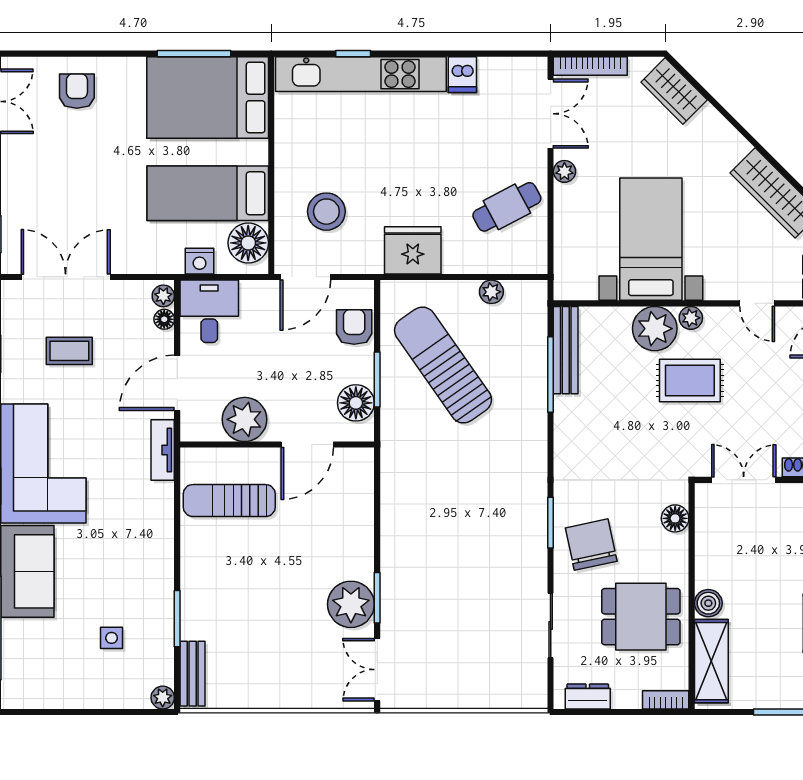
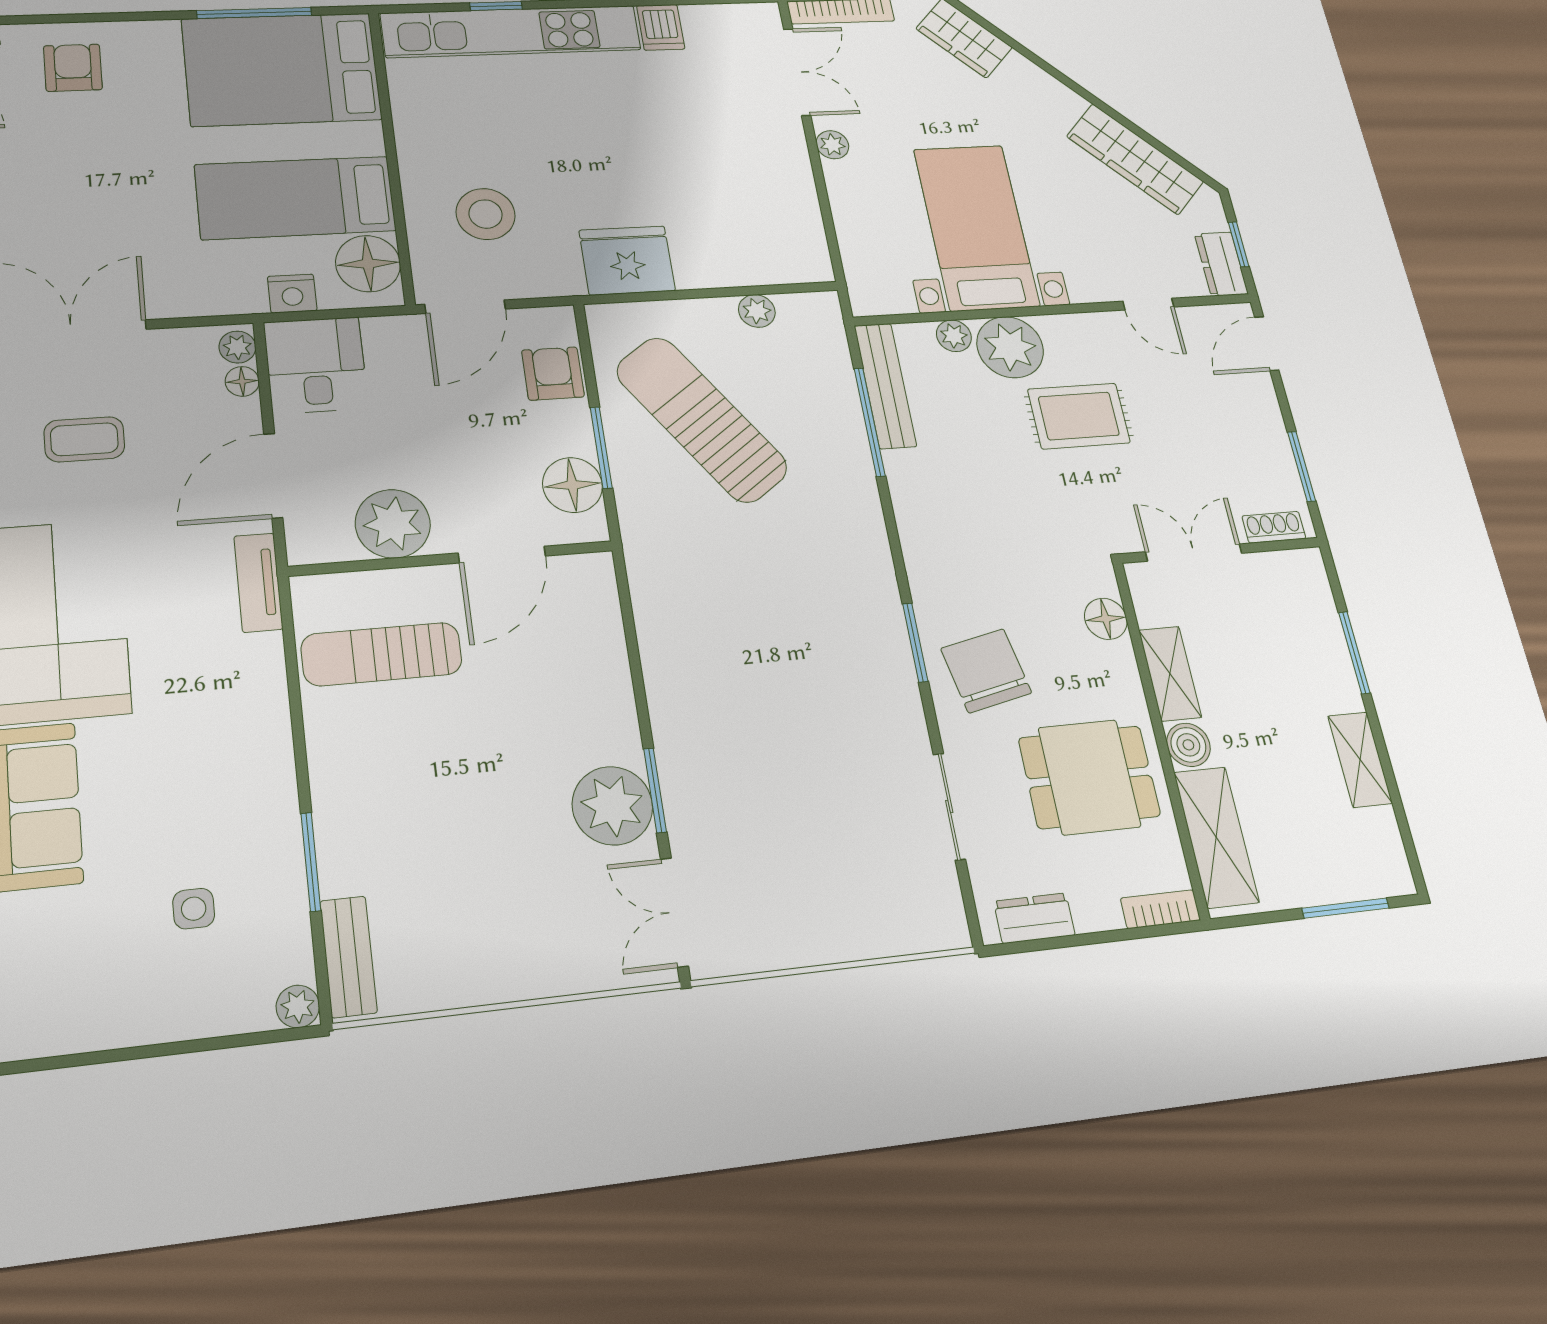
cafe table: (507, 207) -> (758, 195), removed
plant: (691, 318) -> (954, 336), moved
shelving: (708, 557) -> (1170, 674), added

